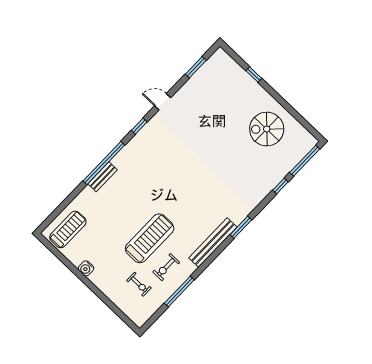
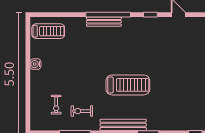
bench: (103, 177) -> (104, 22), width x1.36
treadmill: (150, 238) -> (128, 85), moved

